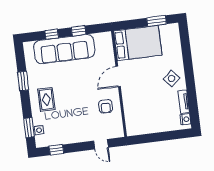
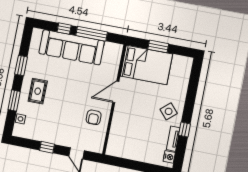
window: (156, 21) -> (158, 46), moved
window: (79, 31) -> (92, 34), width x2.17
window: (191, 90) -> (185, 130), added
window: (29, 128) -> (14, 100), moved
window: (56, 150) -> (47, 147), moved

